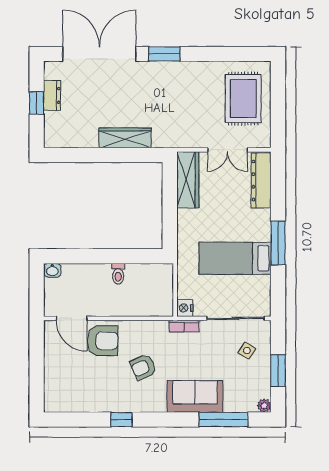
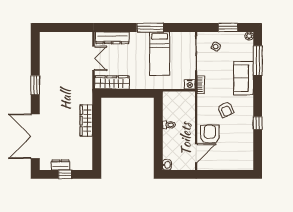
window: (164, 54) -> (35, 85), moved
rug: (243, 99) -> (62, 49), removed

